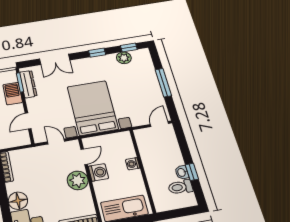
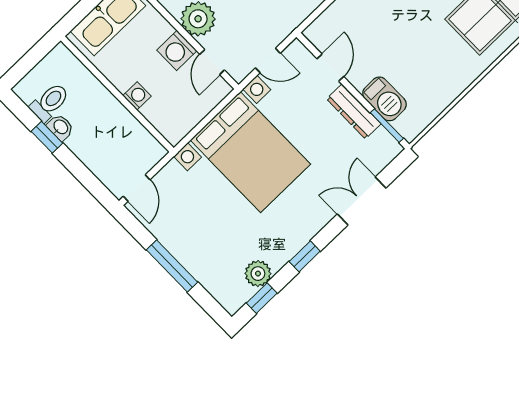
dresser: (28, 84) -> (354, 111), moved

